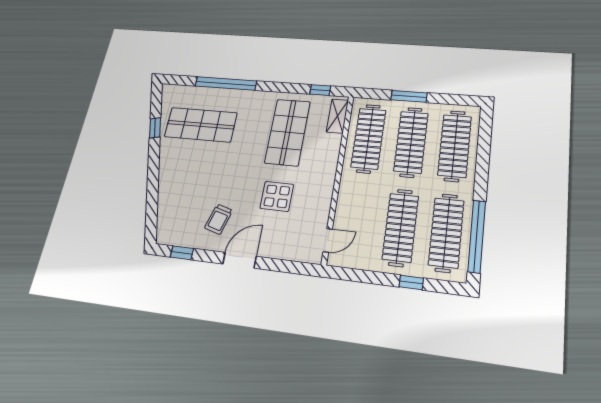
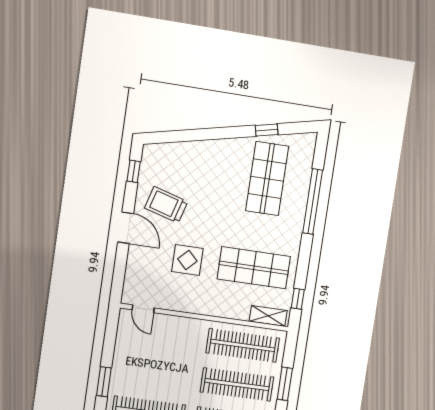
trolley: (219, 219) -> (166, 205), width x1.36, depth x1.39
clothes rail: (400, 227) -> (154, 373), removed
window: (411, 282) -> (104, 382), width x1.50

